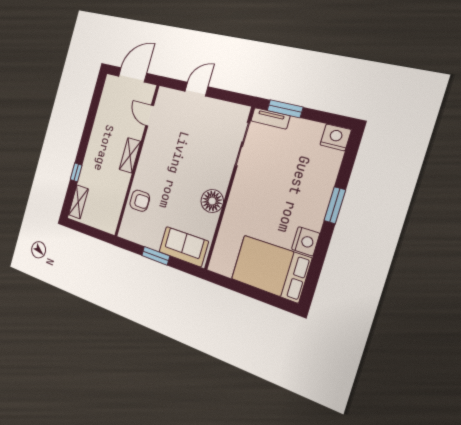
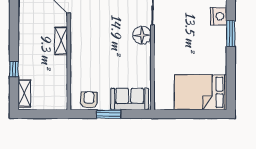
armchair: (140, 201) -> (89, 100), moved, turned -90
floor lamp: (212, 201) -> (142, 35), moved
nightstand: (306, 241) -> (219, 16), moved

